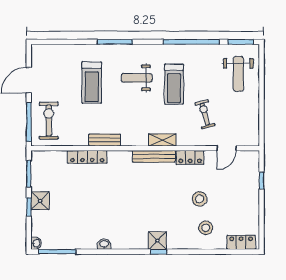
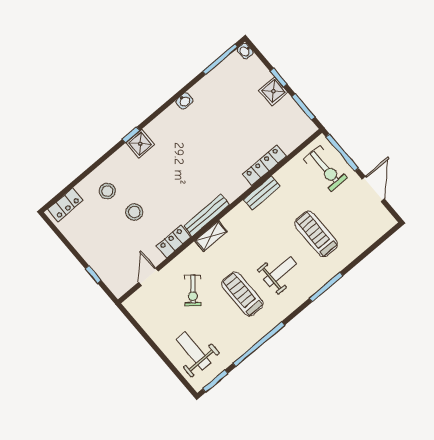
exercise bike: (205, 114) -> (193, 291), turned 55

